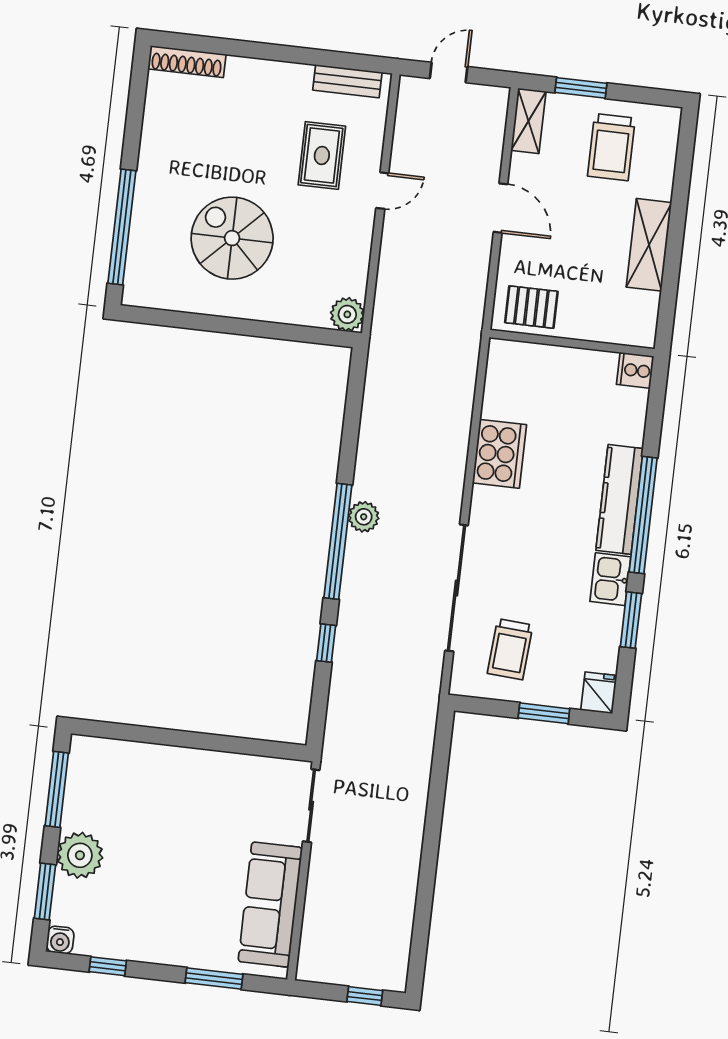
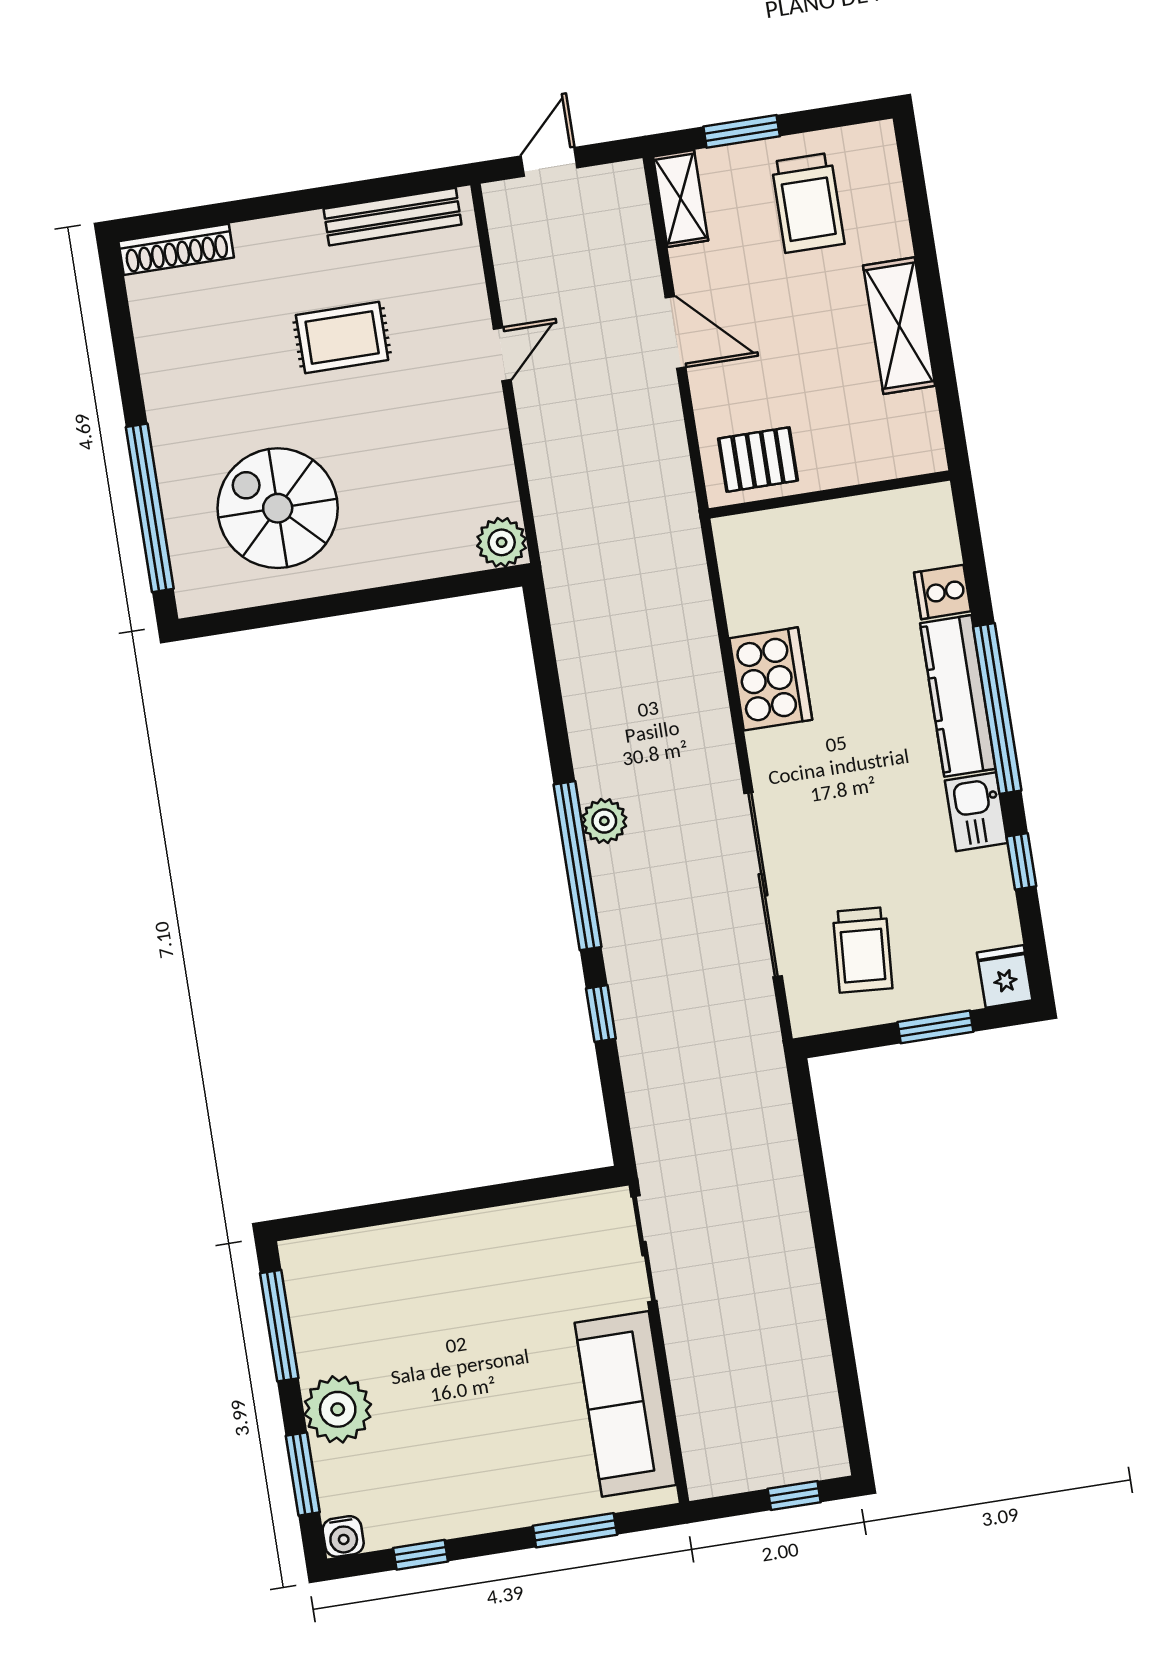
bench: (347, 81) -> (392, 217), width x1.36
rug: (322, 155) -> (342, 337), moved, turned 90
spiral stairs: (232, 238) -> (278, 508), moved
cooker: (635, 370) -> (942, 592), moved
window: (631, 620) -> (1021, 861), width x0.67

